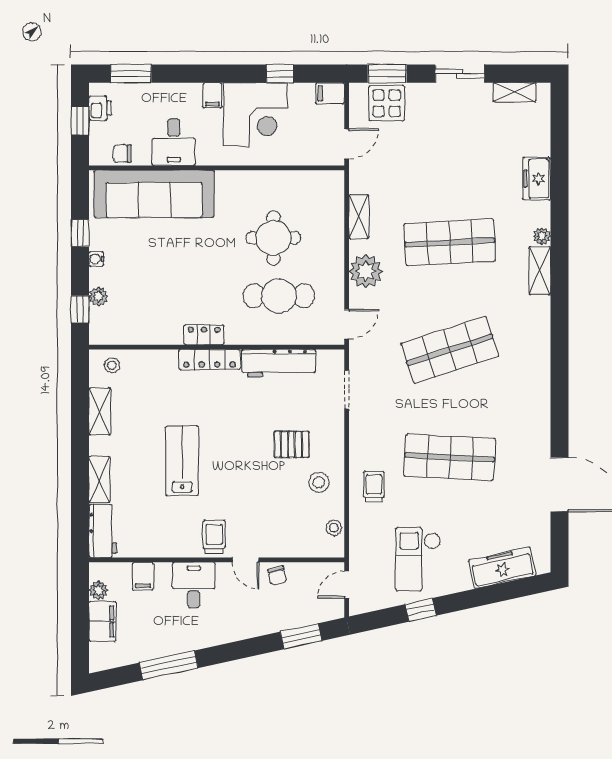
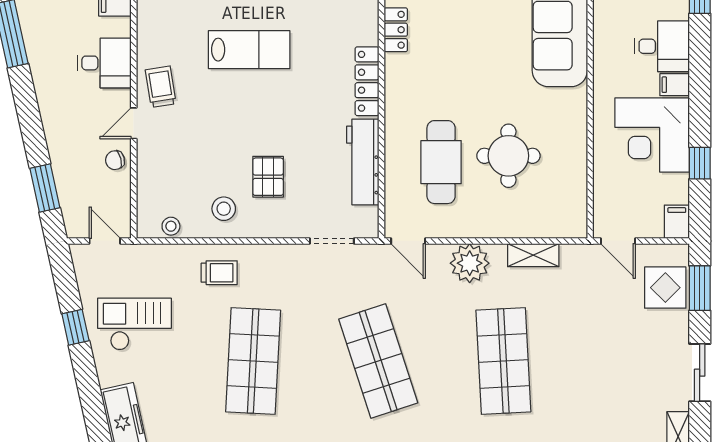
desk: (174, 142) -> (662, 46), moved, turned 180
locker: (204, 335) -> (396, 30), moved
trolley: (214, 537) -> (161, 87), turned -99

